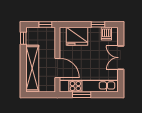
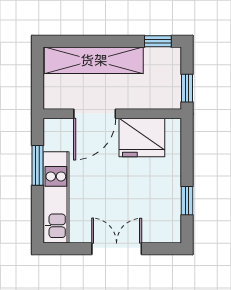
dishwasher: (106, 34) -> (168, 218), removed
fridge: (77, 36) -> (142, 137), moved, turned -90
kitchen unit: (89, 86) -> (56, 197), width x0.73

